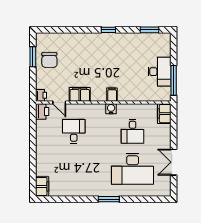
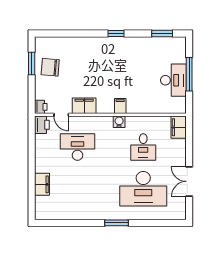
chair: (49, 60) -> (50, 67), turned 96
window: (174, 80) -> (189, 74), moved
desk: (74, 131) -> (77, 147), width x1.37
filing cabinet: (42, 186) -> (42, 184), moved

